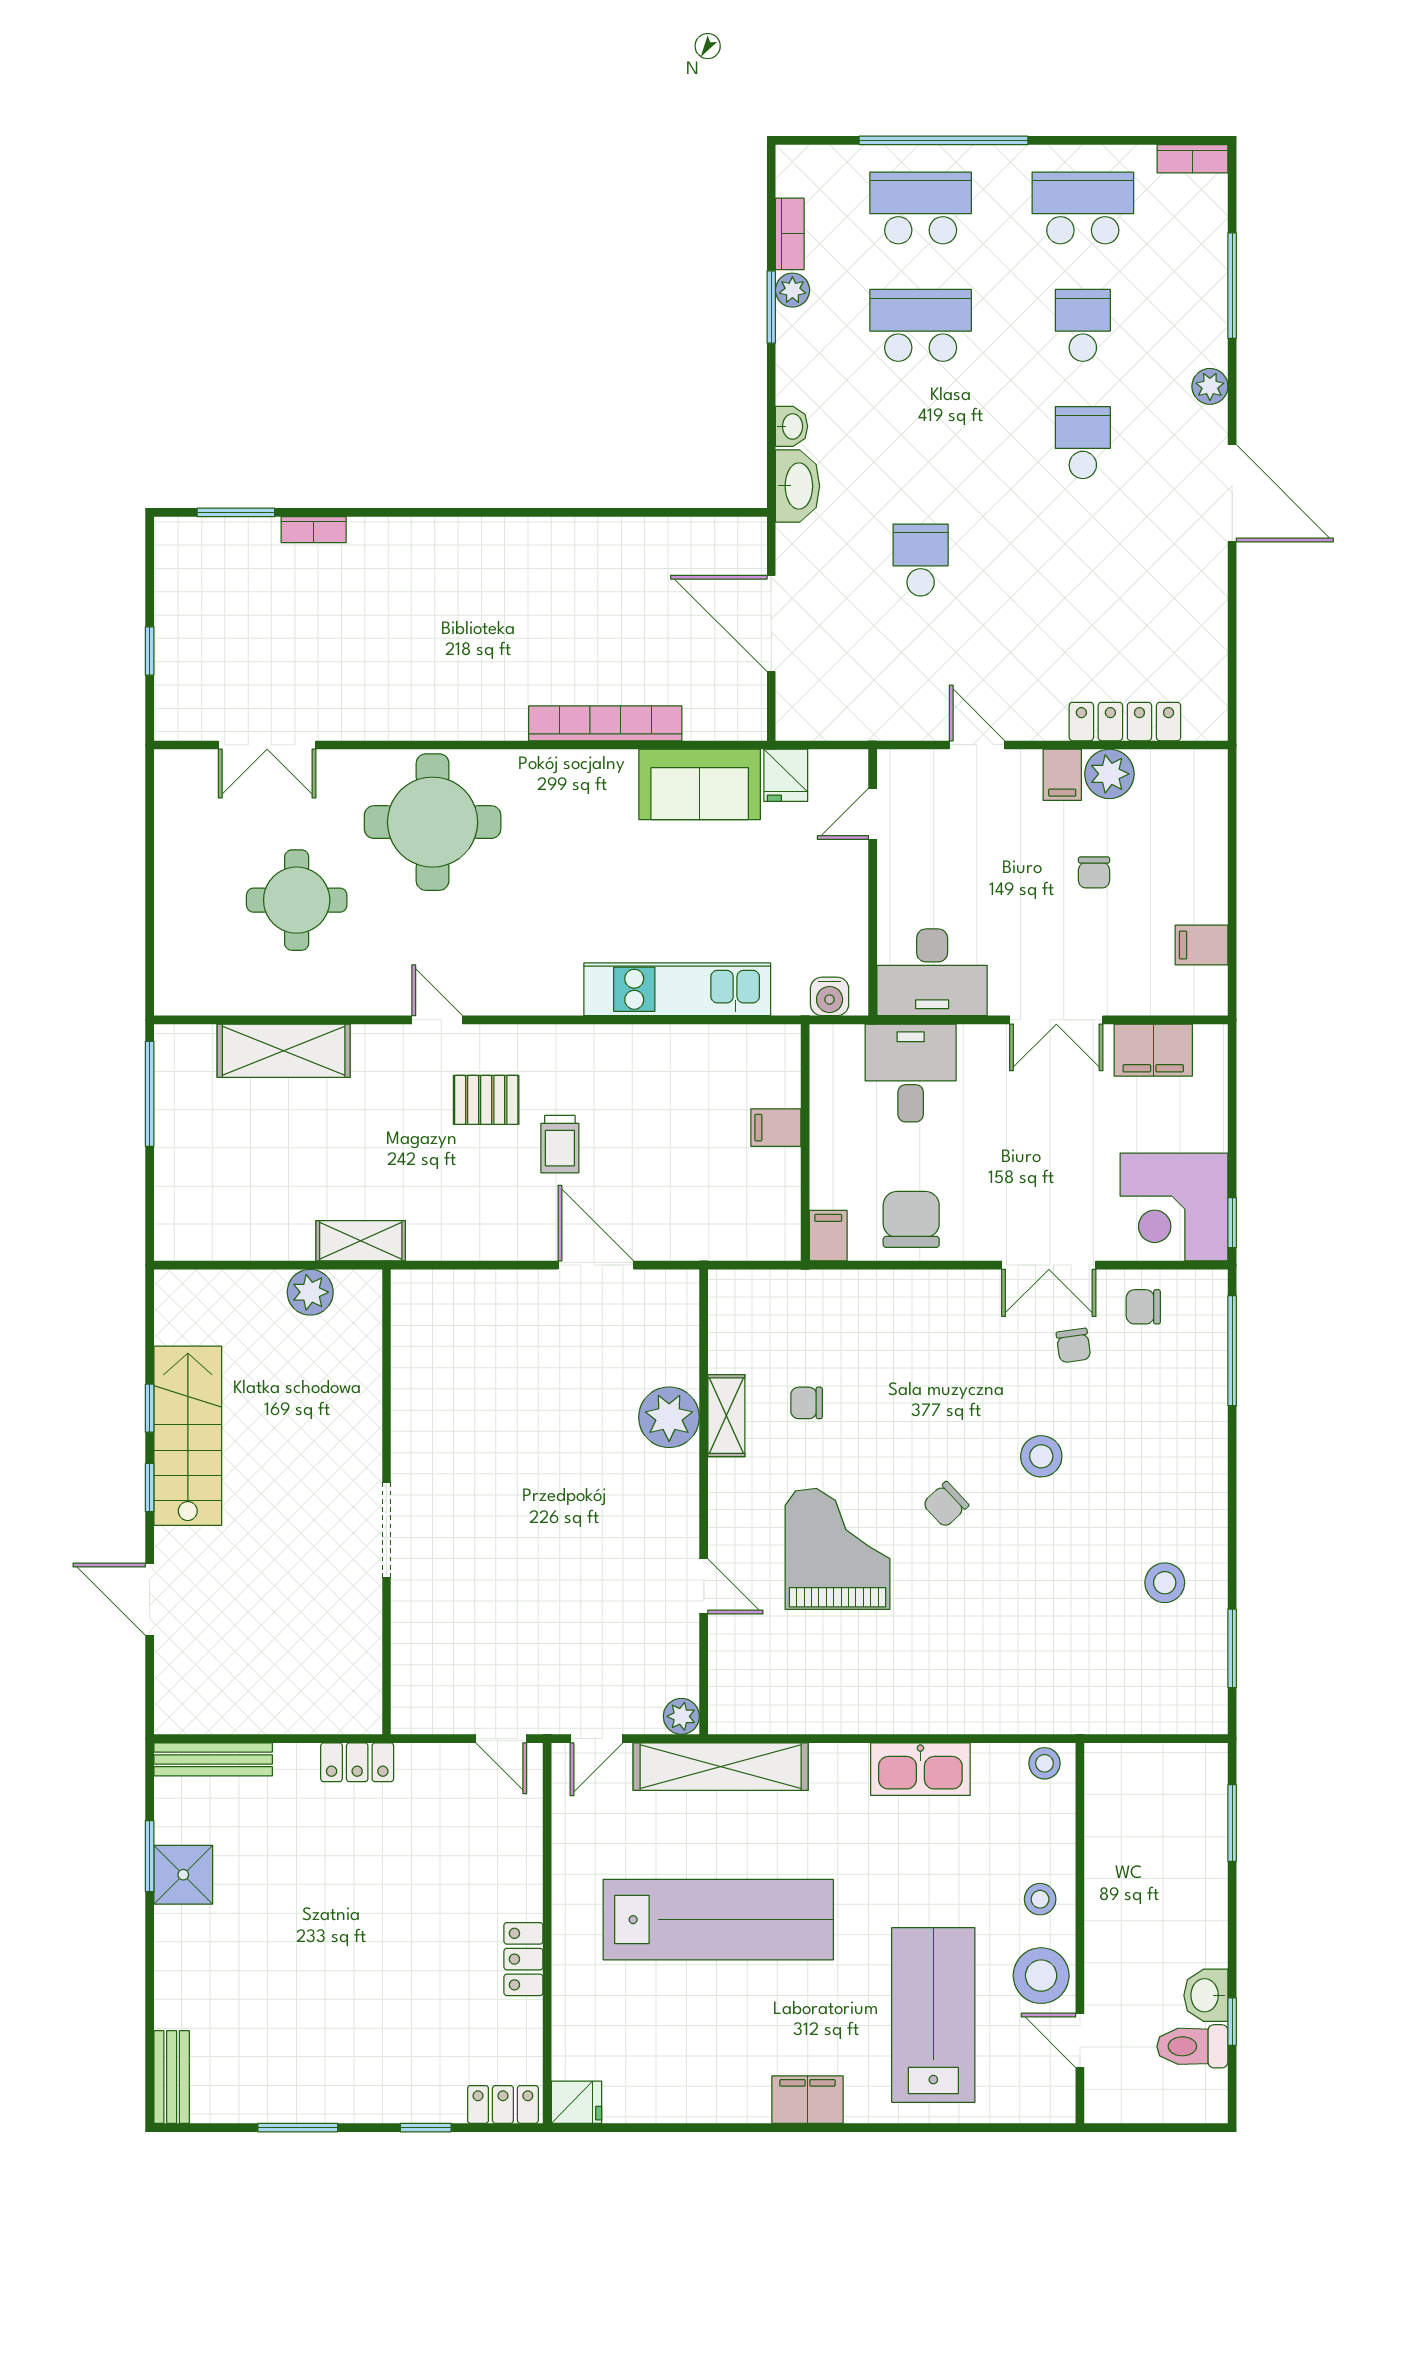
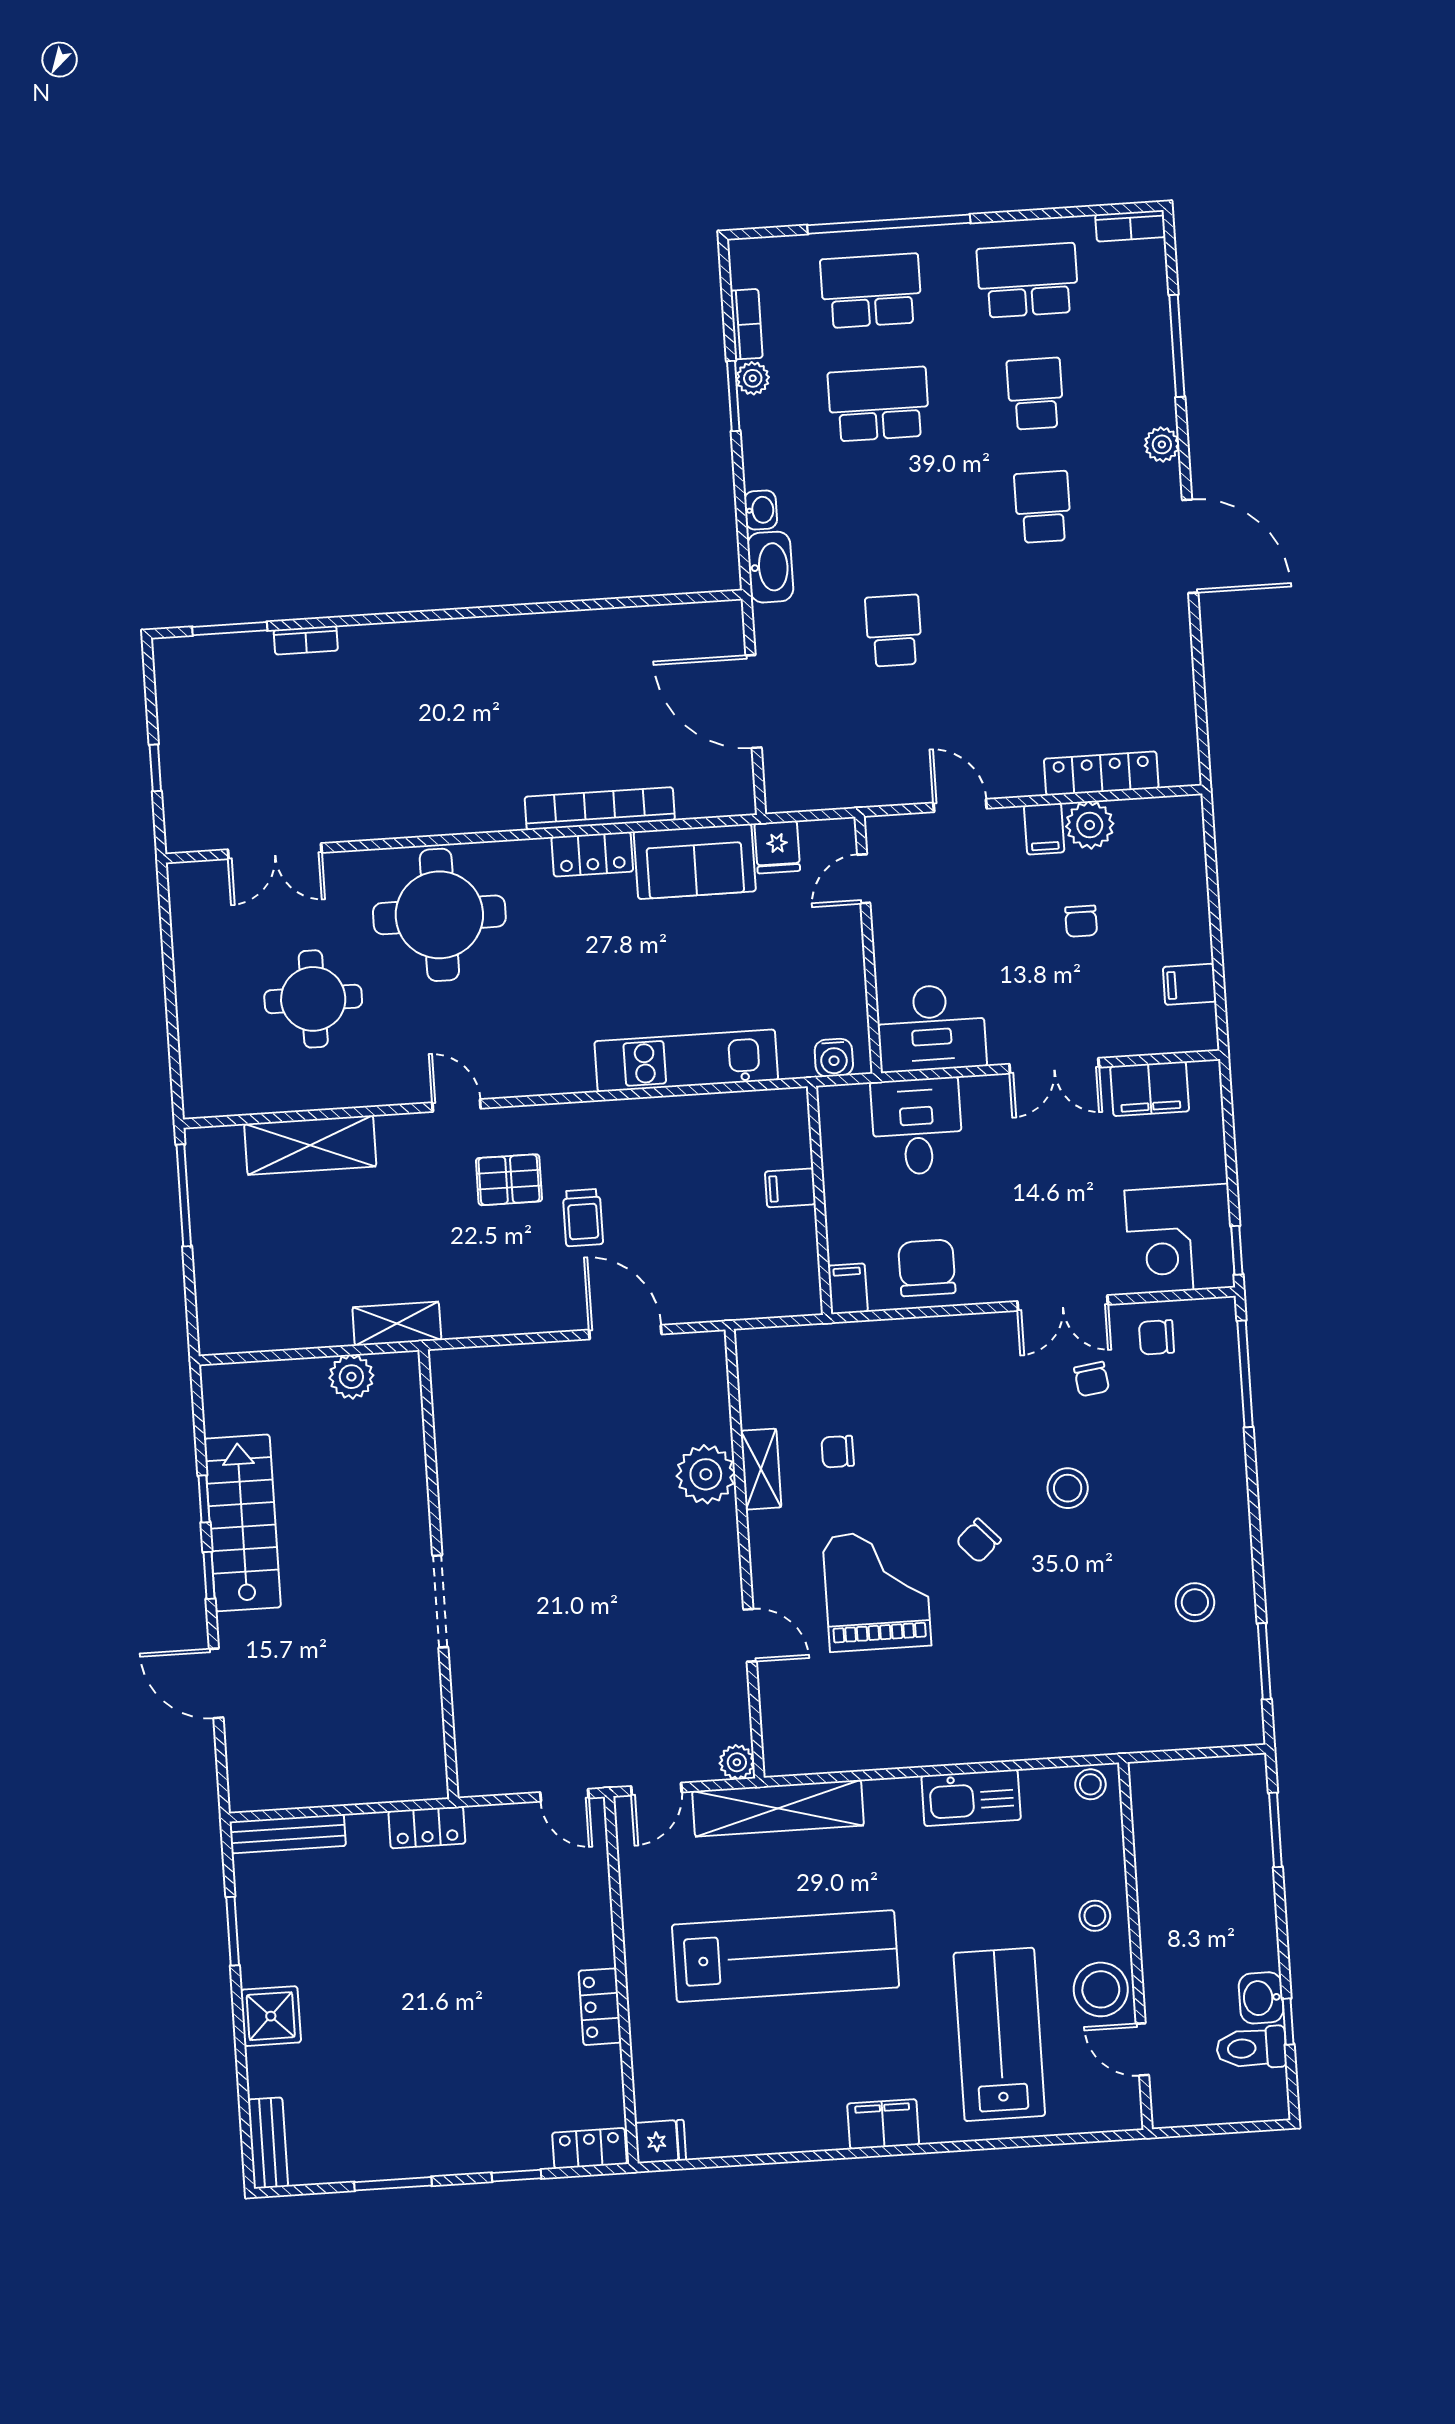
locker: (594, 770) -> (592, 854), added
shower: (183, 1875) -> (271, 2016), moved

